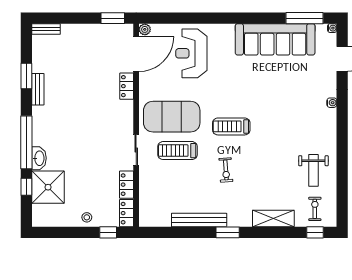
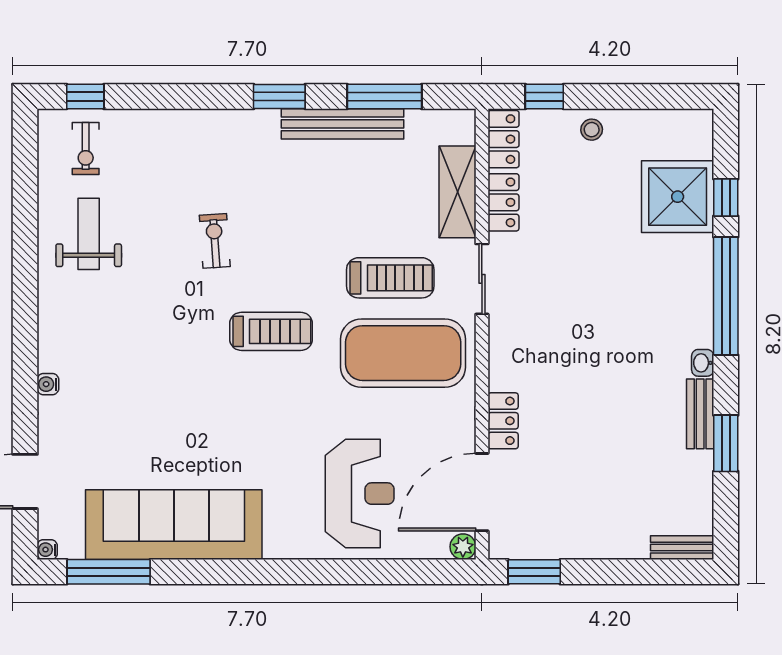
washbasin: (39, 158) -> (703, 363), moved, width x0.52, depth x0.69
exercise bike: (226, 170) -> (215, 241), moved
shelving: (273, 219) -> (457, 192), moved, turned 90
window: (180, 232) -> (384, 96), added

